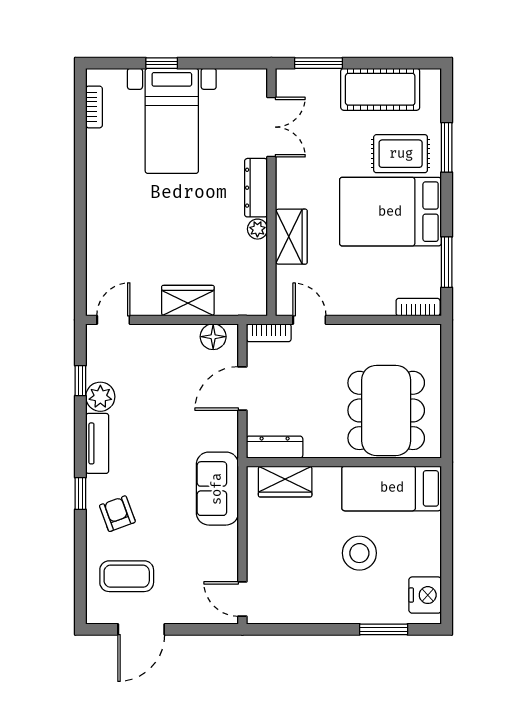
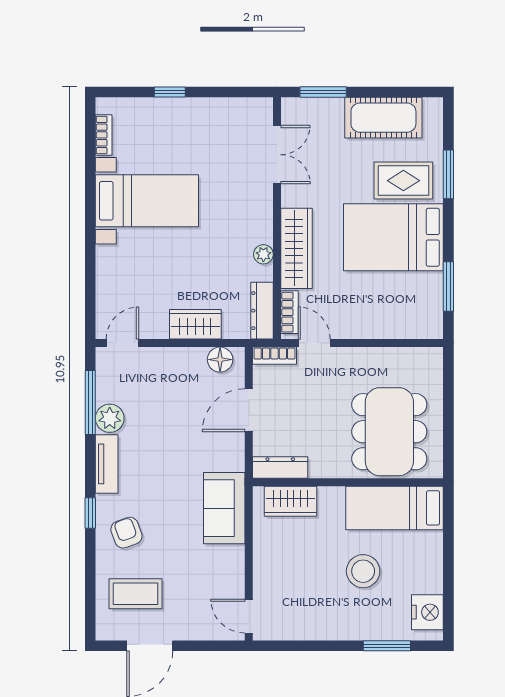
bed with nightstands: (172, 121) -> (147, 201), moved, turned -90
dresser: (256, 188) -> (262, 311), moved
wardrobe: (291, 237) -> (297, 248), width x1.50
bookcase: (418, 307) -> (290, 312), moved, turned 90
window: (80, 381) -> (90, 403), width x2.17

